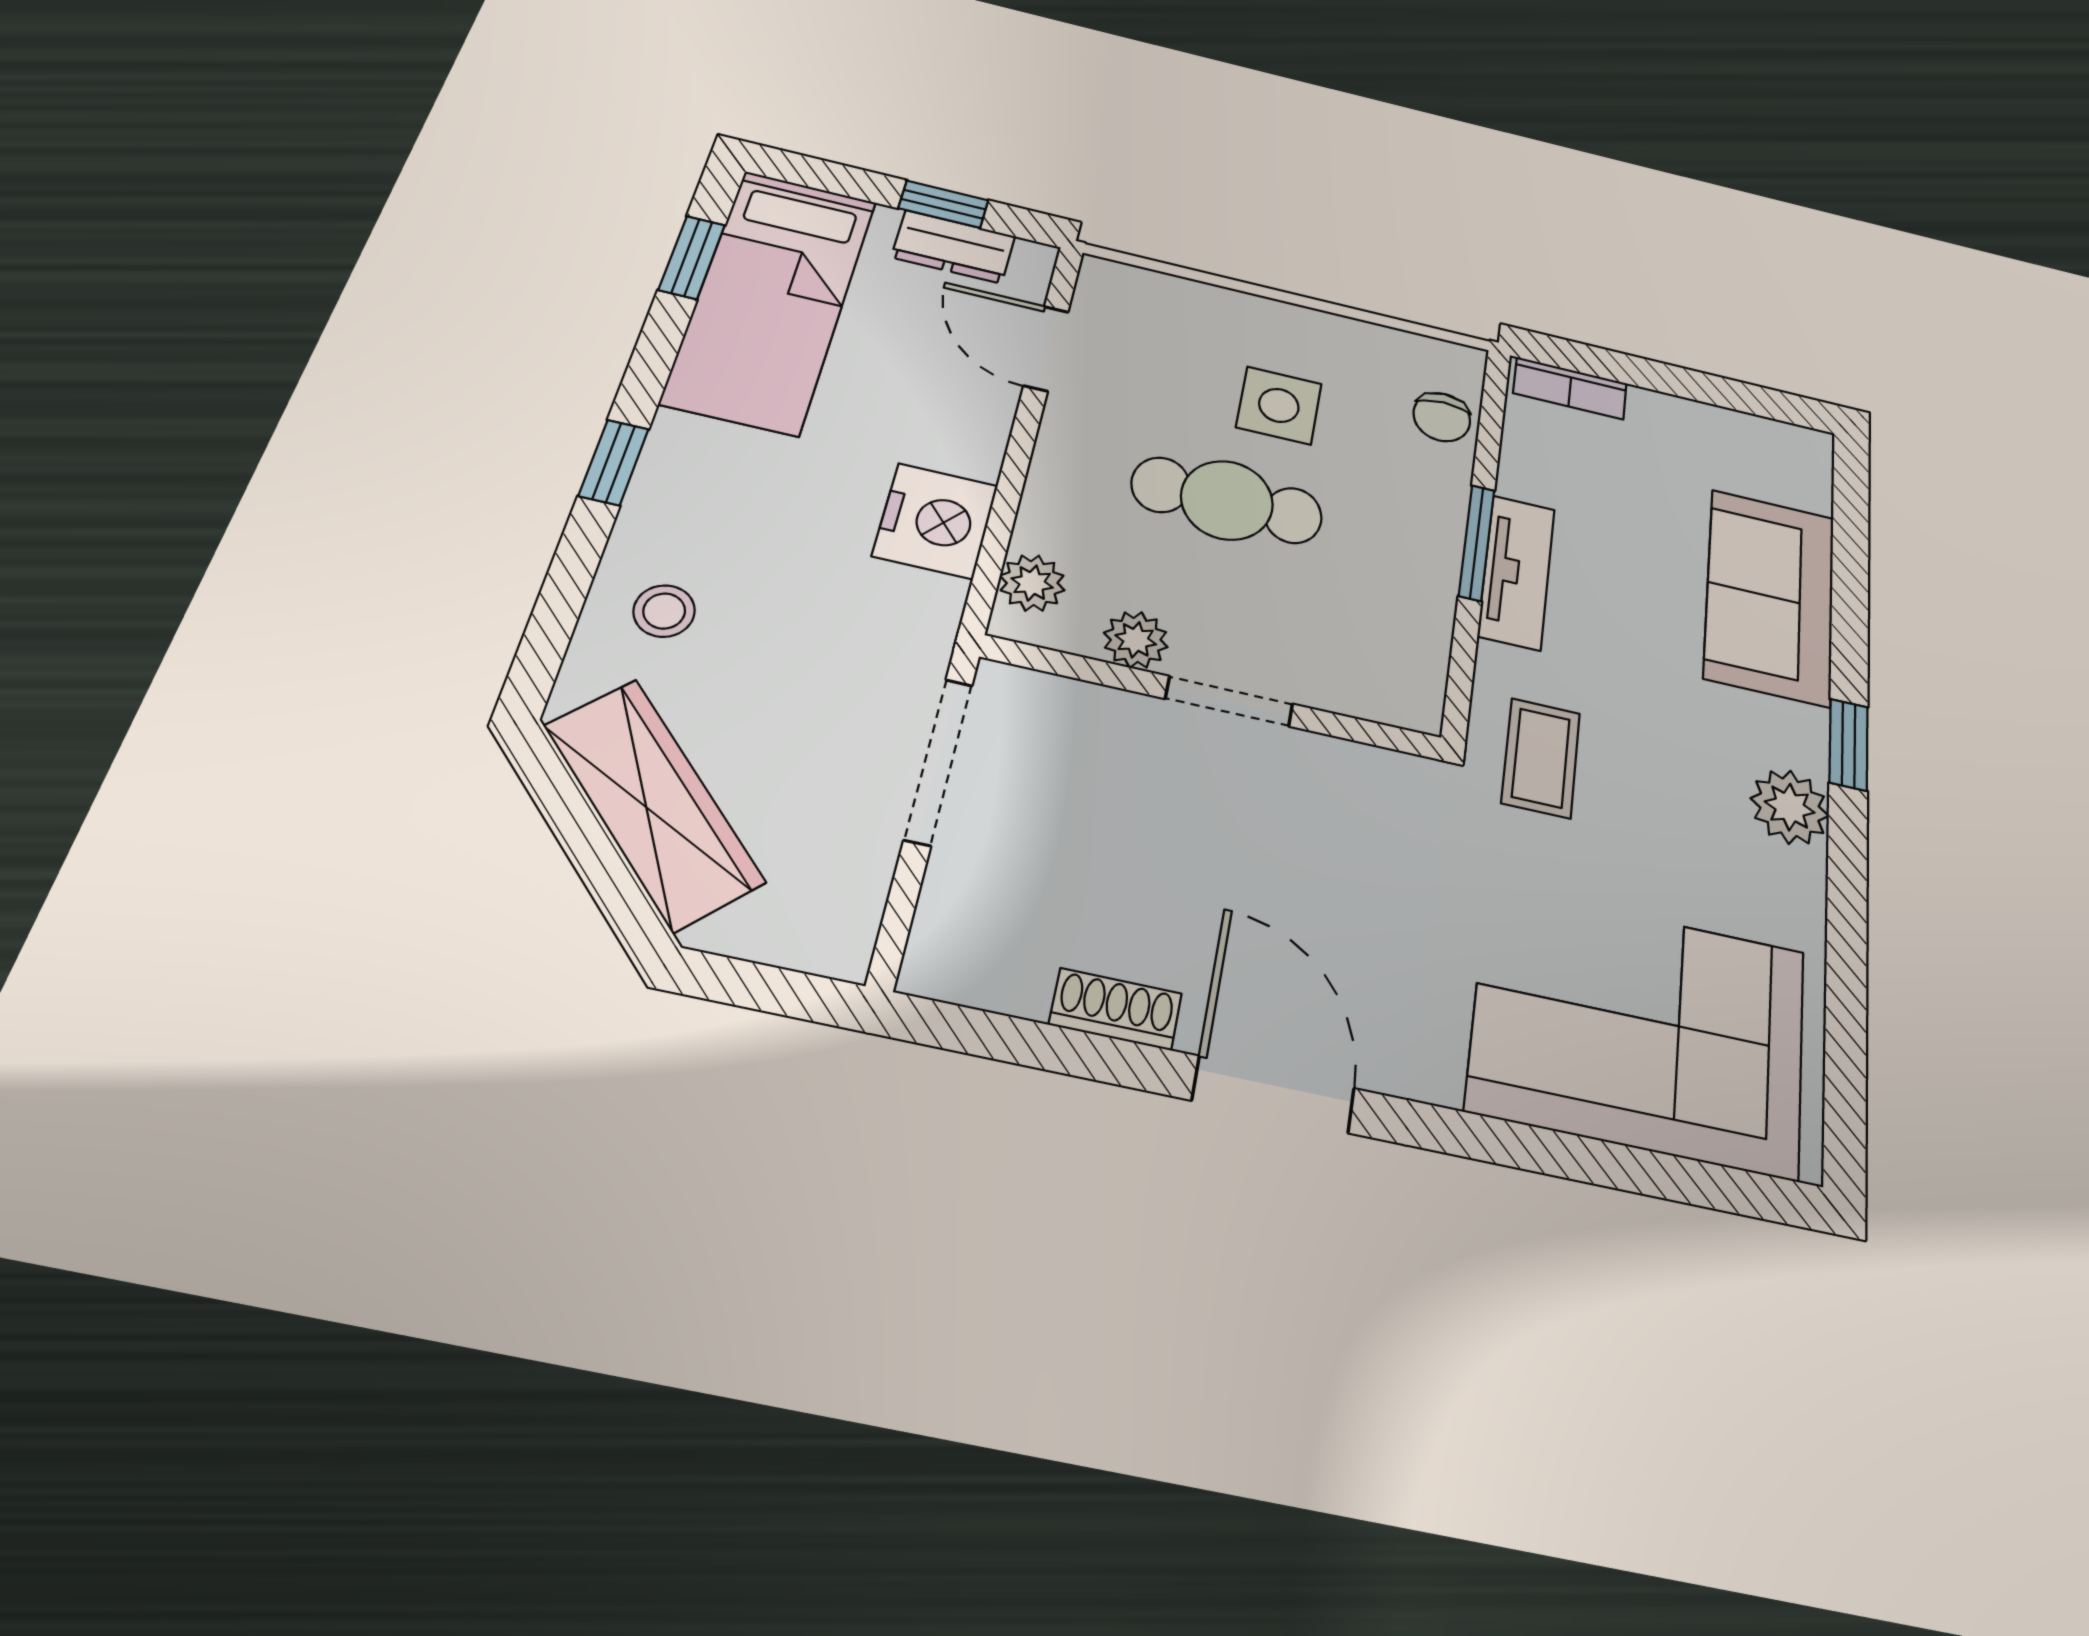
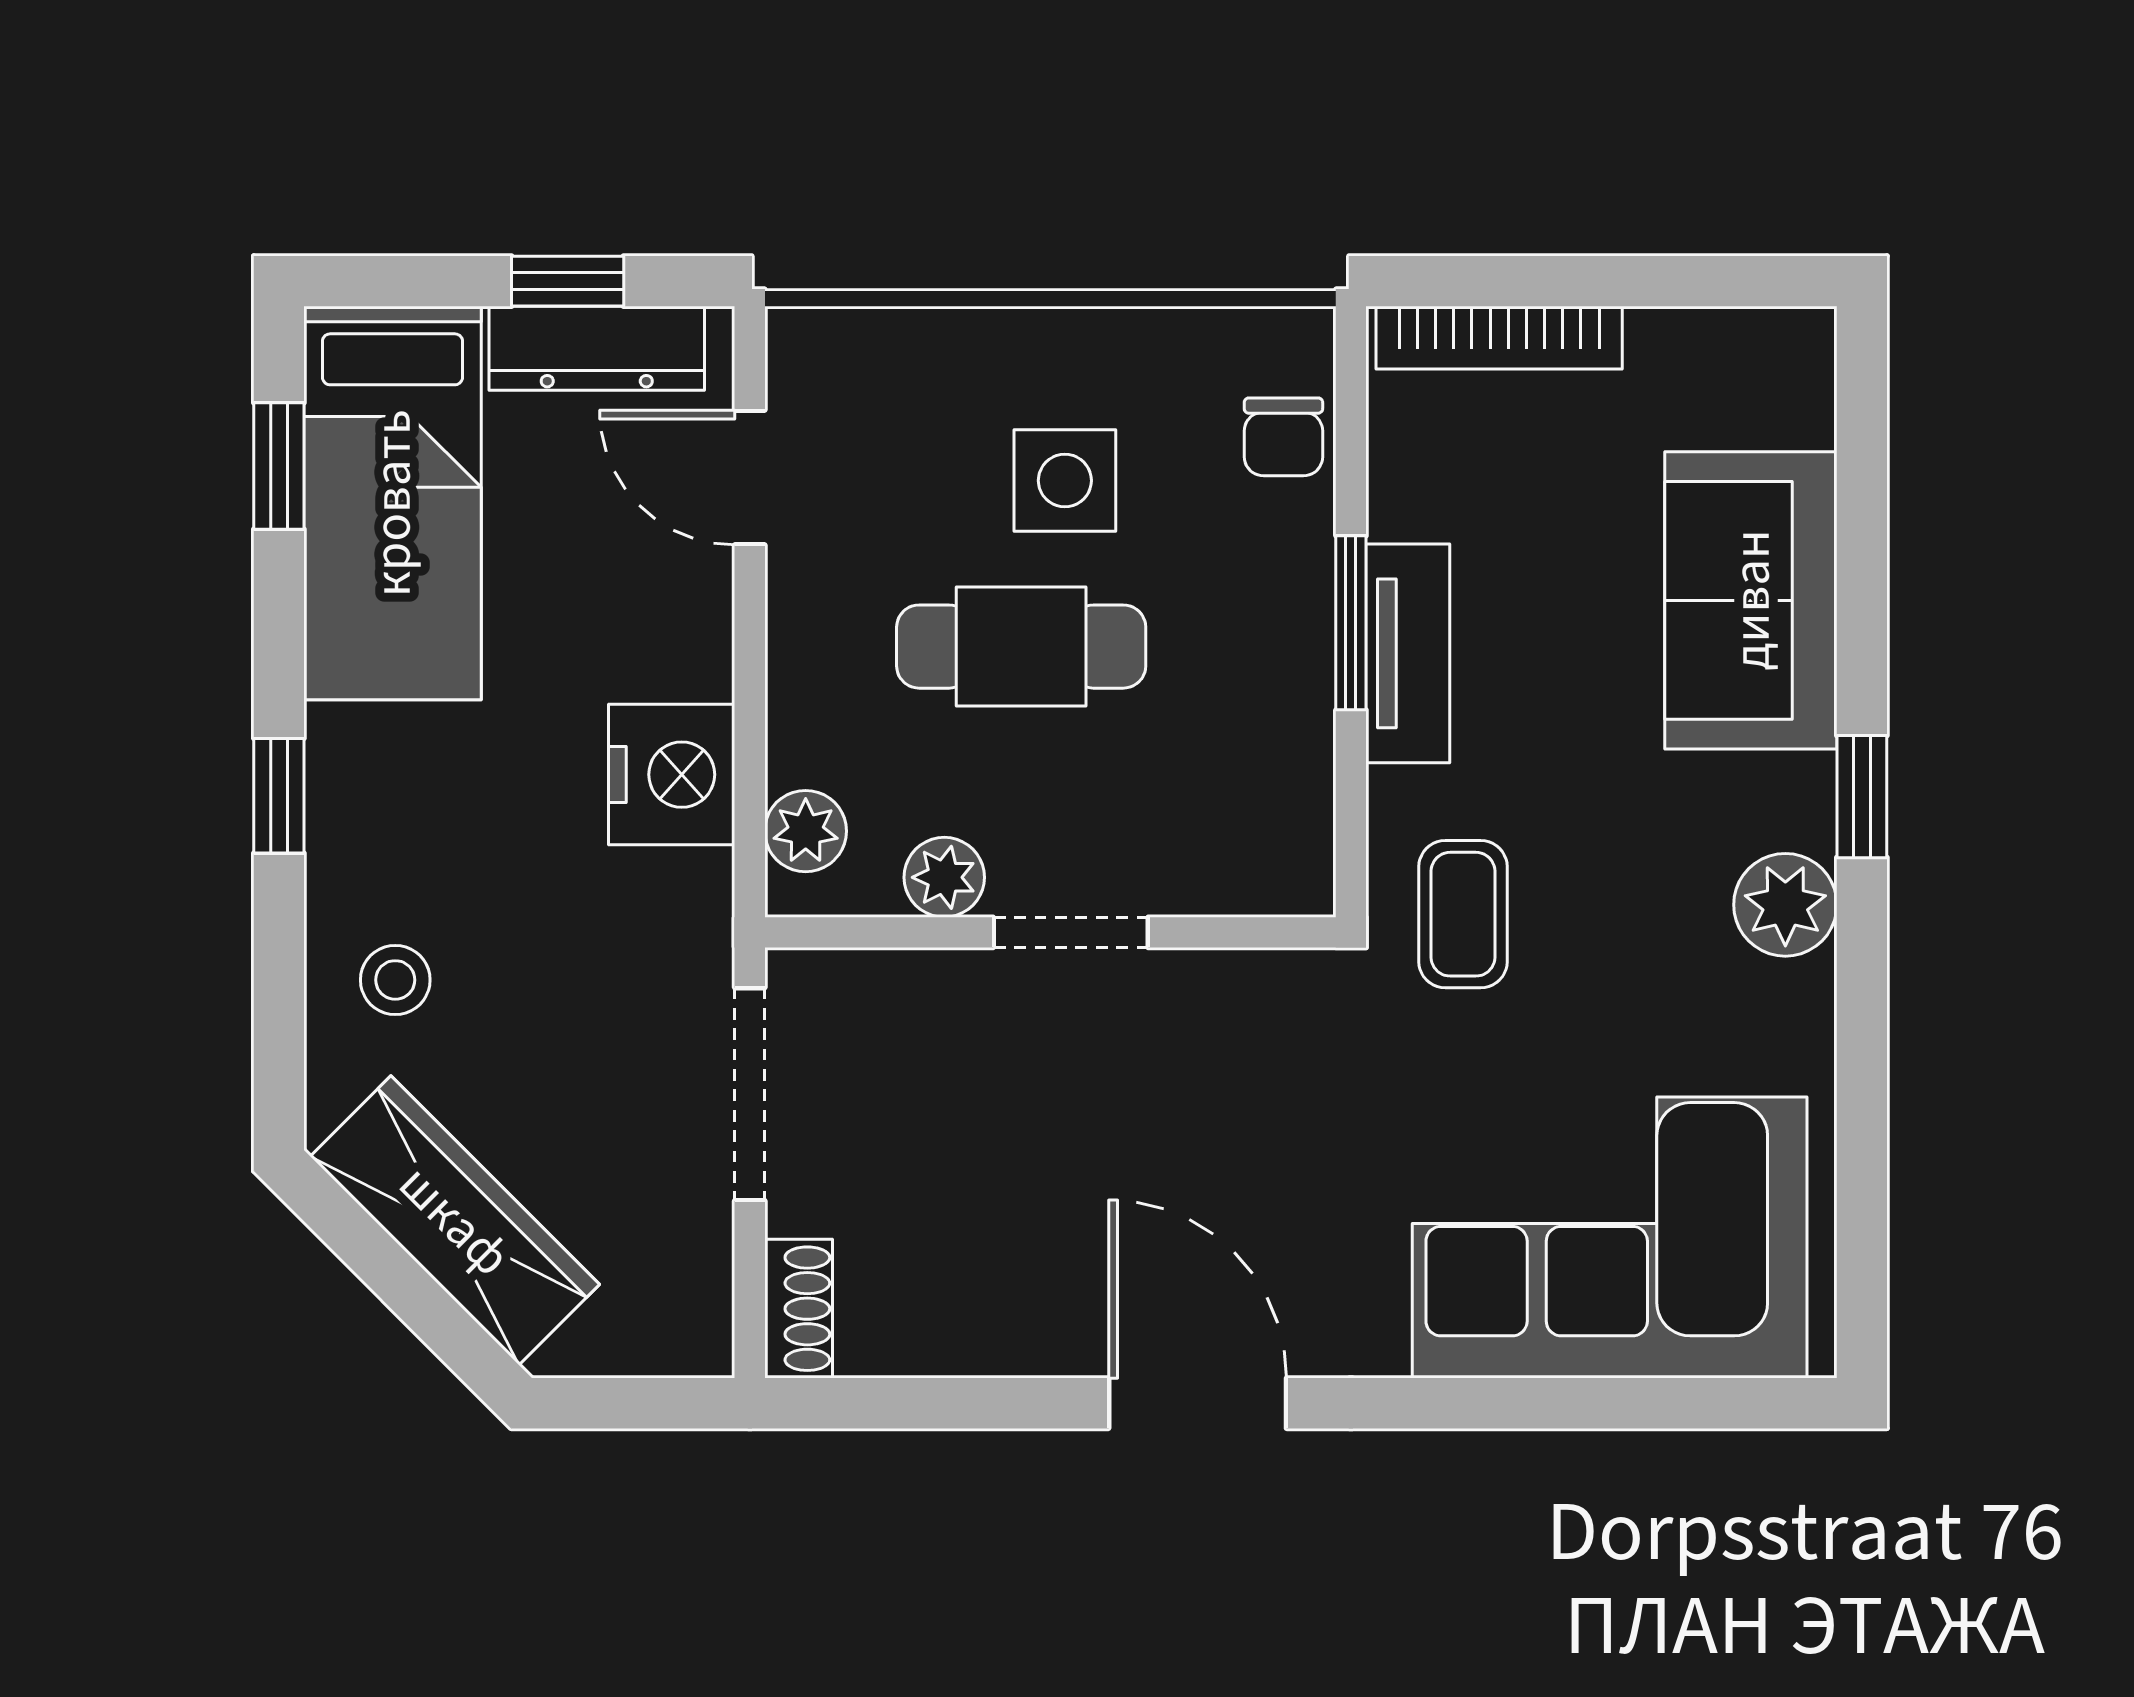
dresser: (953, 247) -> (597, 348), width x1.44
bookcase: (1570, 388) -> (1499, 338), width x1.56
shoe rack: (1116, 1009) -> (799, 1309), moved, turned 90

